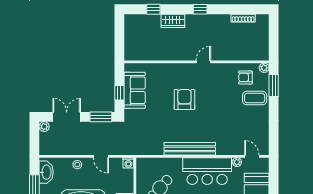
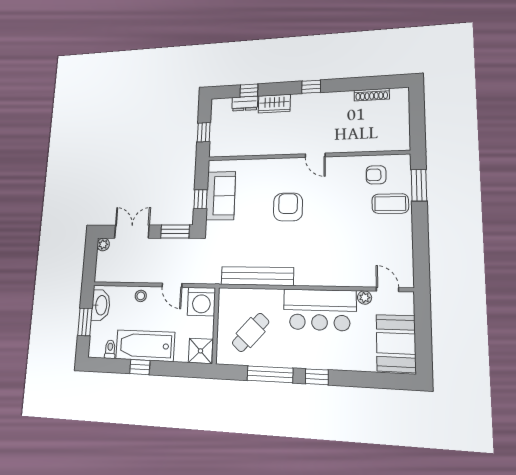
dresser: (150, 19) -> (245, 104), added
window: (119, 41) -> (204, 132), added
door: (203, 62) -> (315, 155), swing flipped
plant: (264, 68) -> (404, 161), removed
bench: (190, 149) -> (257, 276), moved
washing machine: (128, 163) -> (201, 302), width x1.89, depth x1.89

